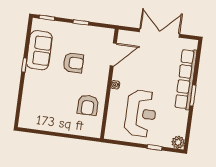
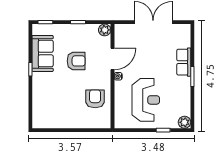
plant: (108, 34) -> (105, 30), added
door: (113, 54) -> (112, 59), moved
row of seats: (186, 79) -> (184, 62), width x0.50
armchair: (88, 105) -> (95, 99), turned 180

